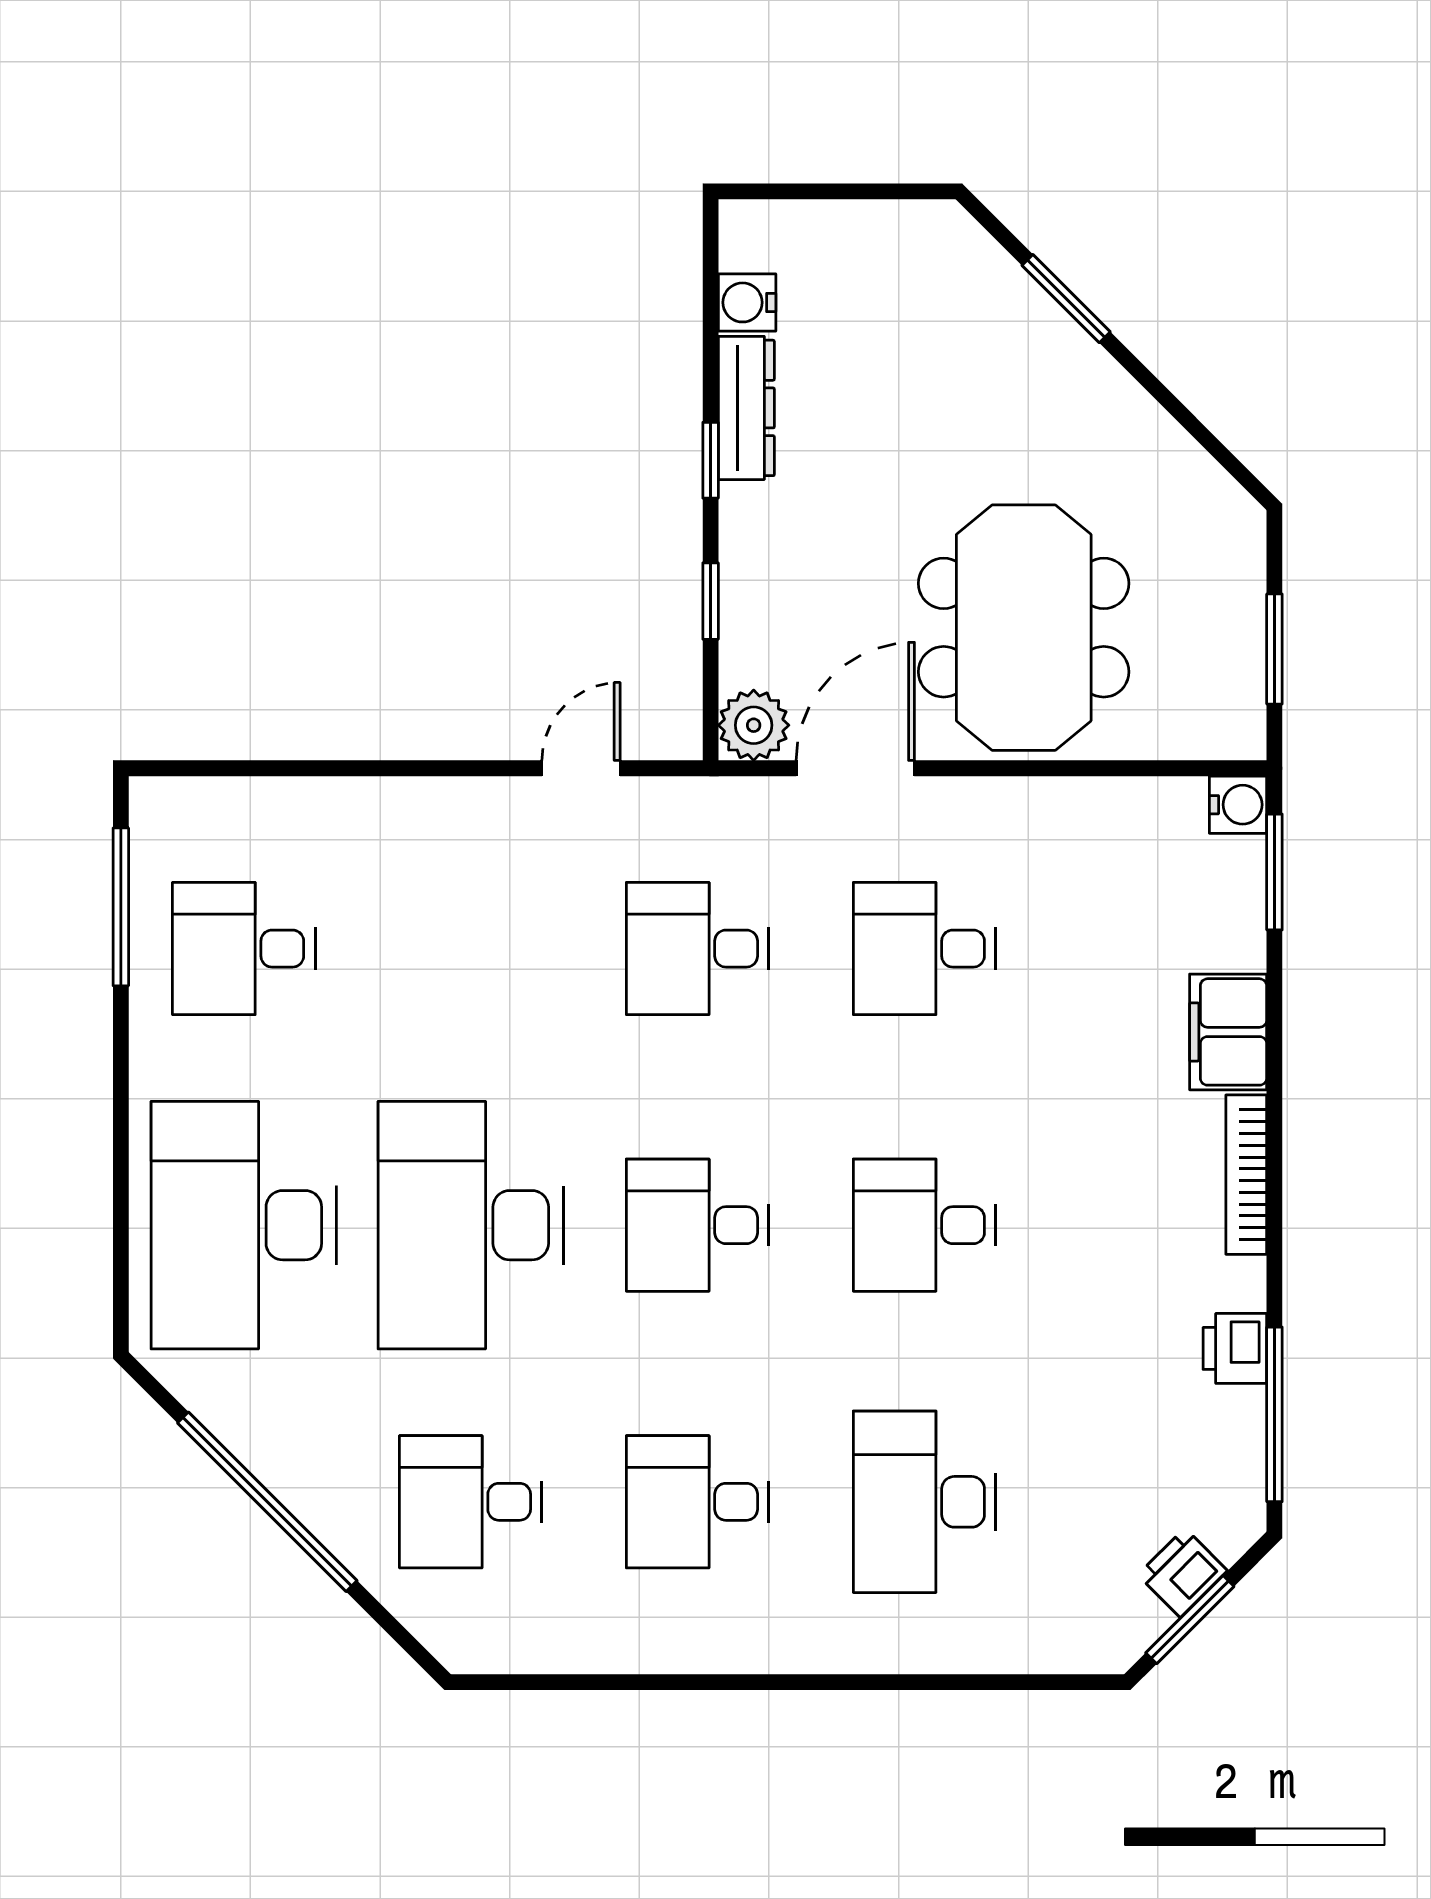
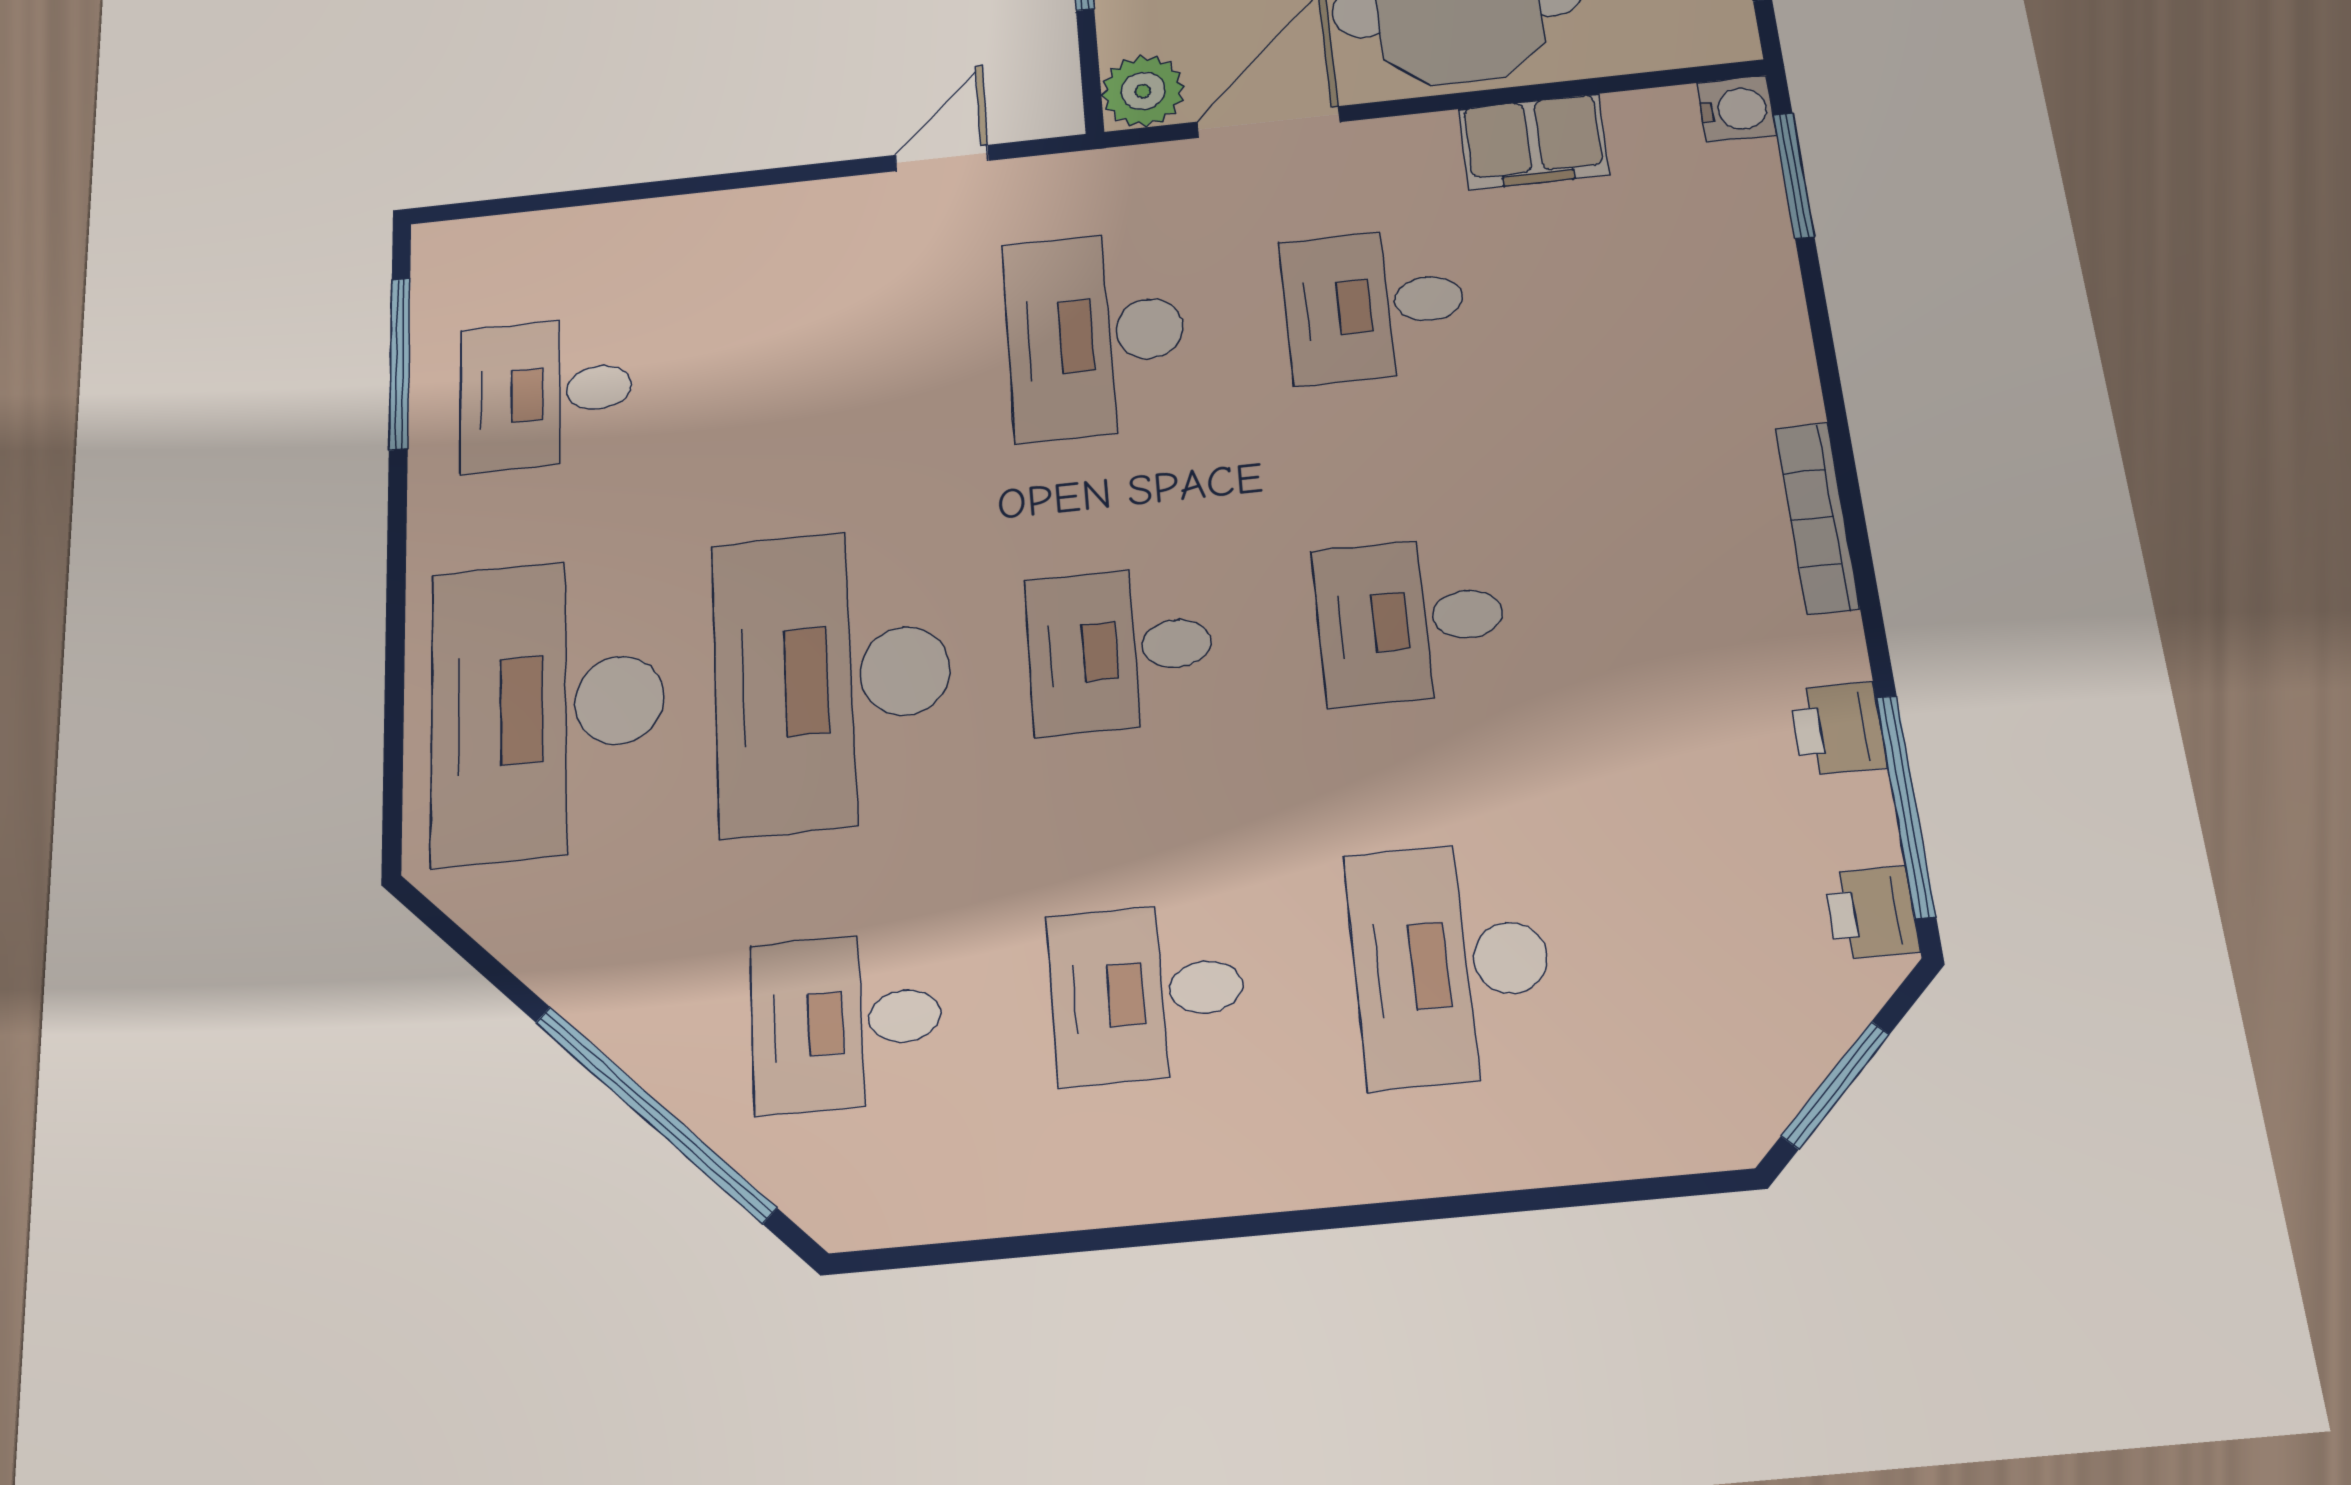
desk: (698, 949) -> (1095, 334), width x1.37
filing cabinet: (1228, 1032) -> (1534, 142), moved, turned -90
window: (267, 1502) -> (655, 1114), moved
printer: (1183, 1573) -> (1871, 912), moved, turned -45

